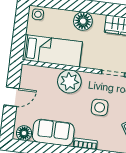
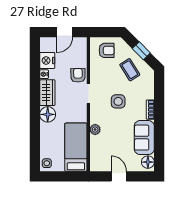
floor lamp: (83, 21) -> (48, 114), moved
plant: (69, 81) -> (95, 130), width x0.53, depth x0.53

